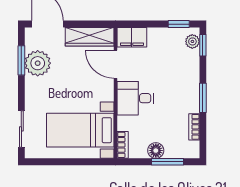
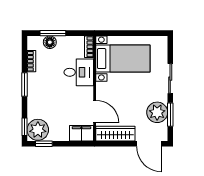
plant: (192, 41) -> (38, 130), width x1.87, depth x1.87
desk: (135, 98) -> (79, 72), moved
sliding door: (21, 129) -> (170, 79), moved
floor lamp: (156, 151) -> (50, 42), moved

